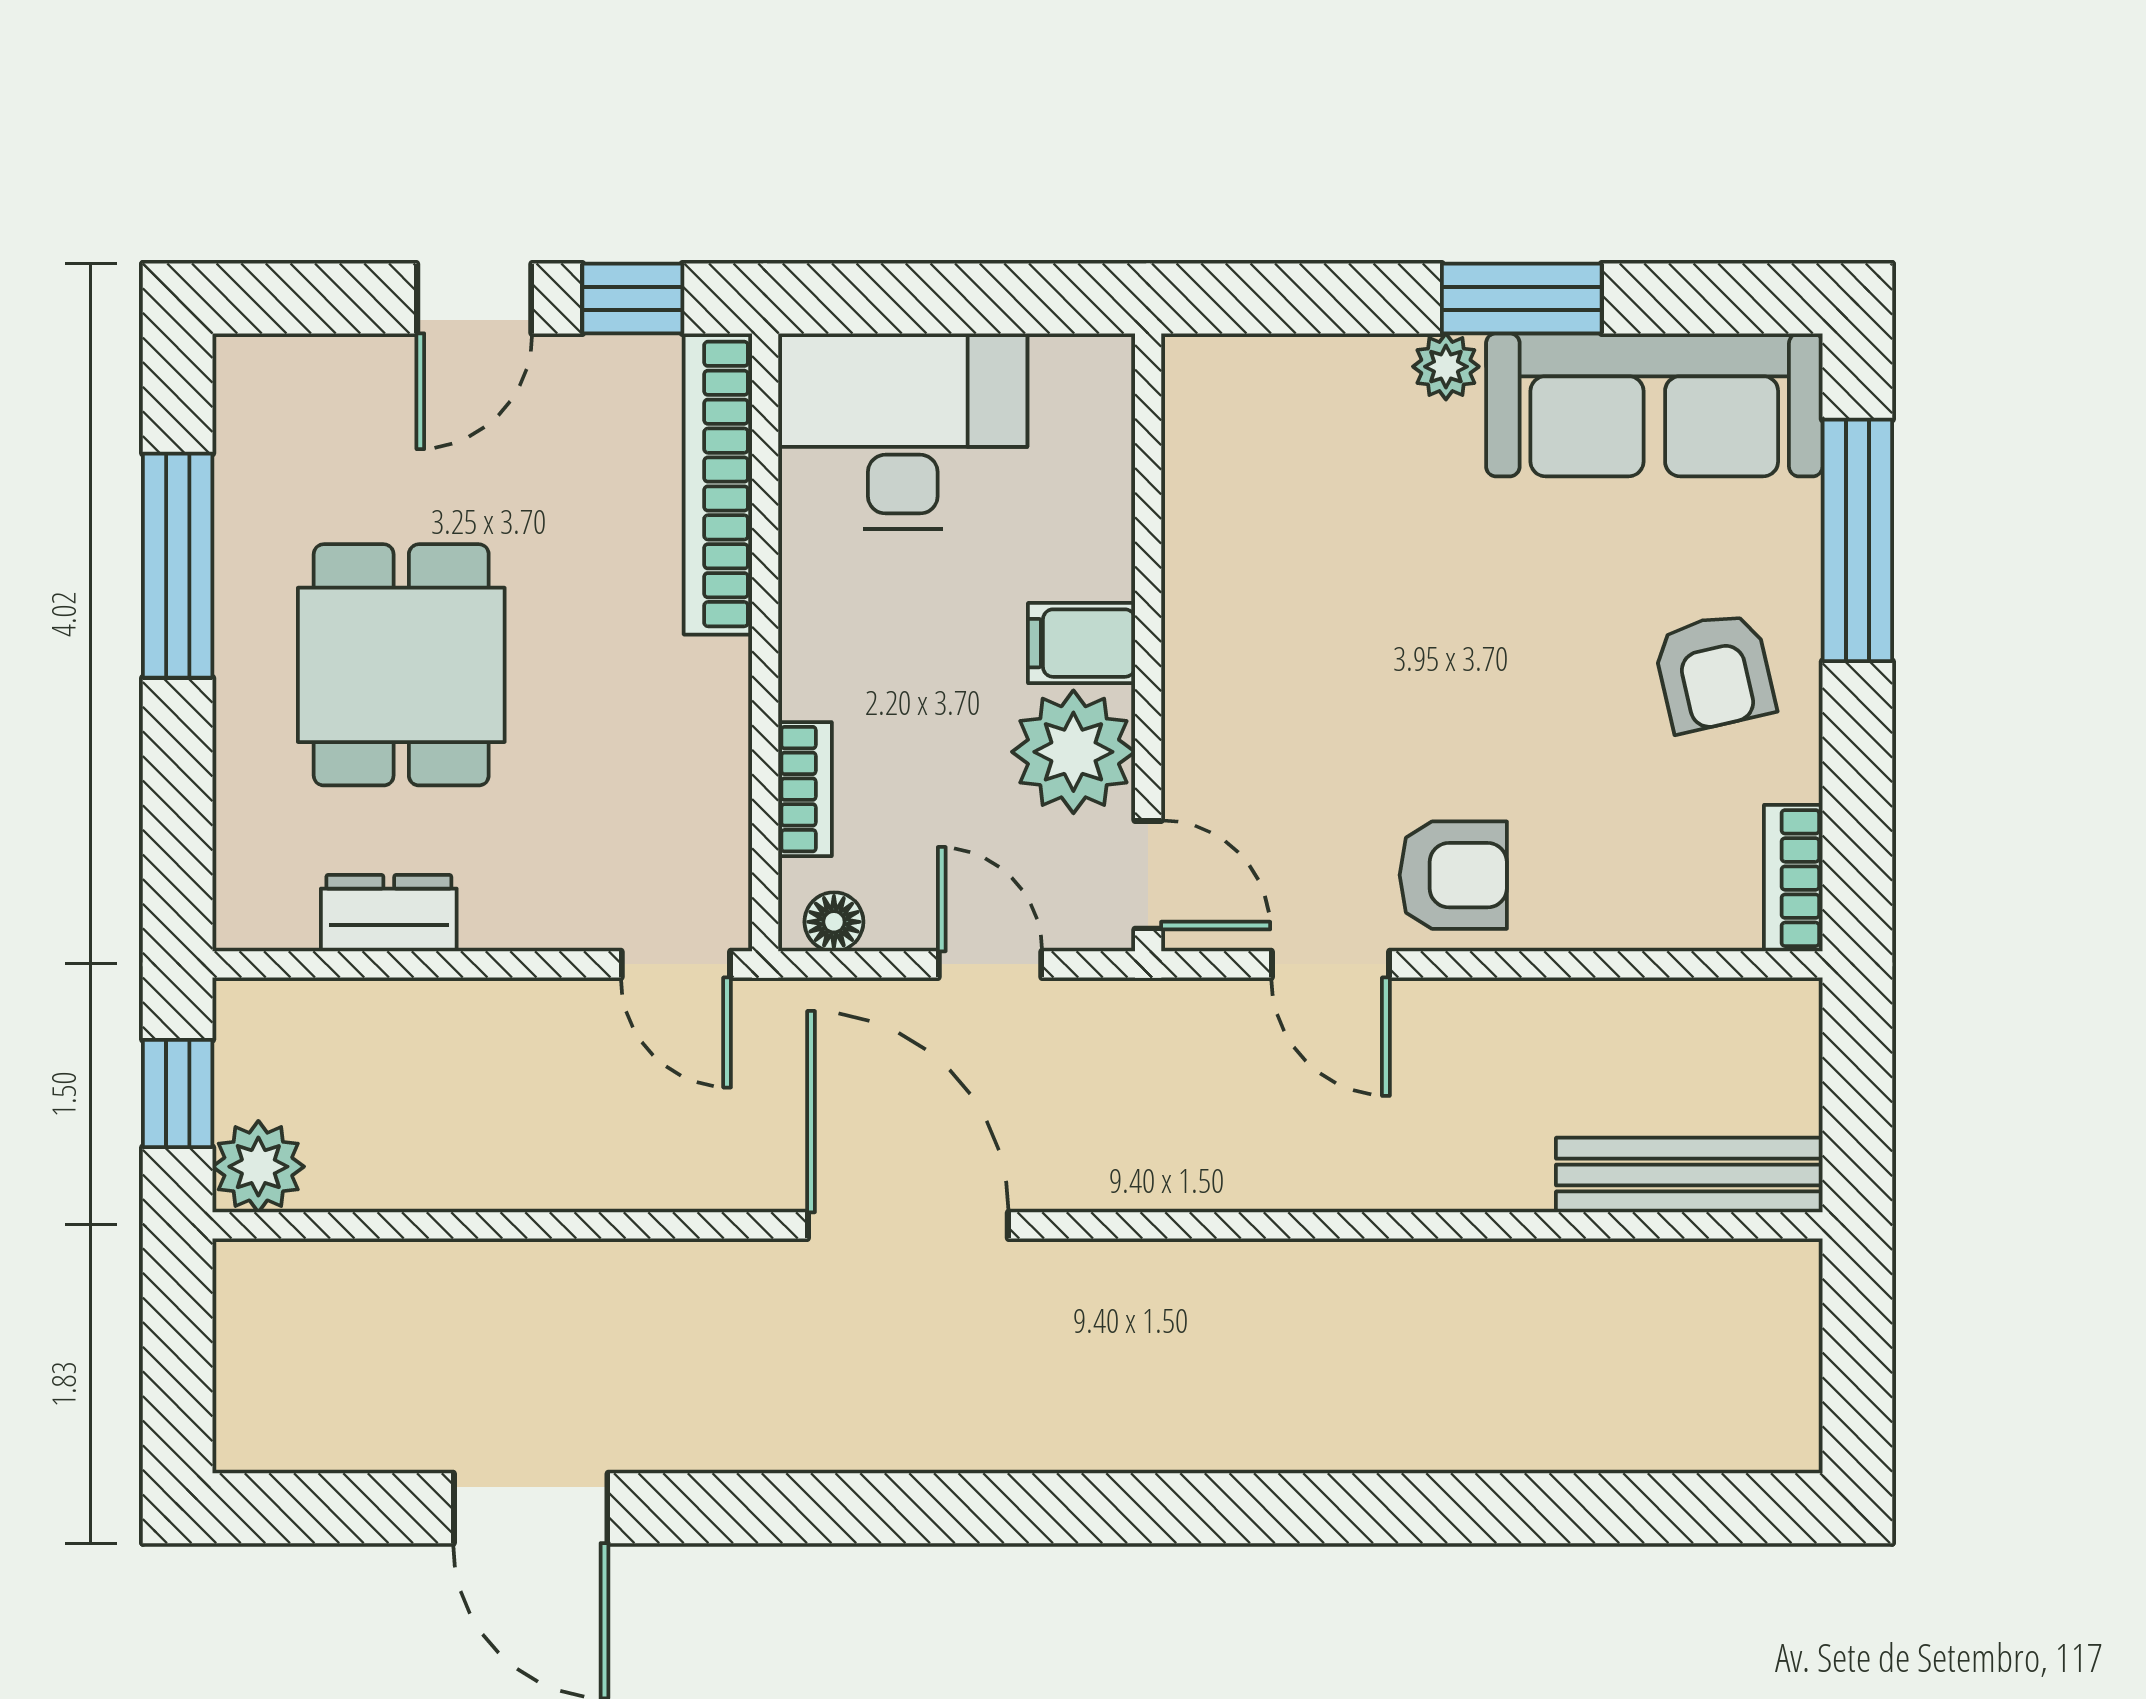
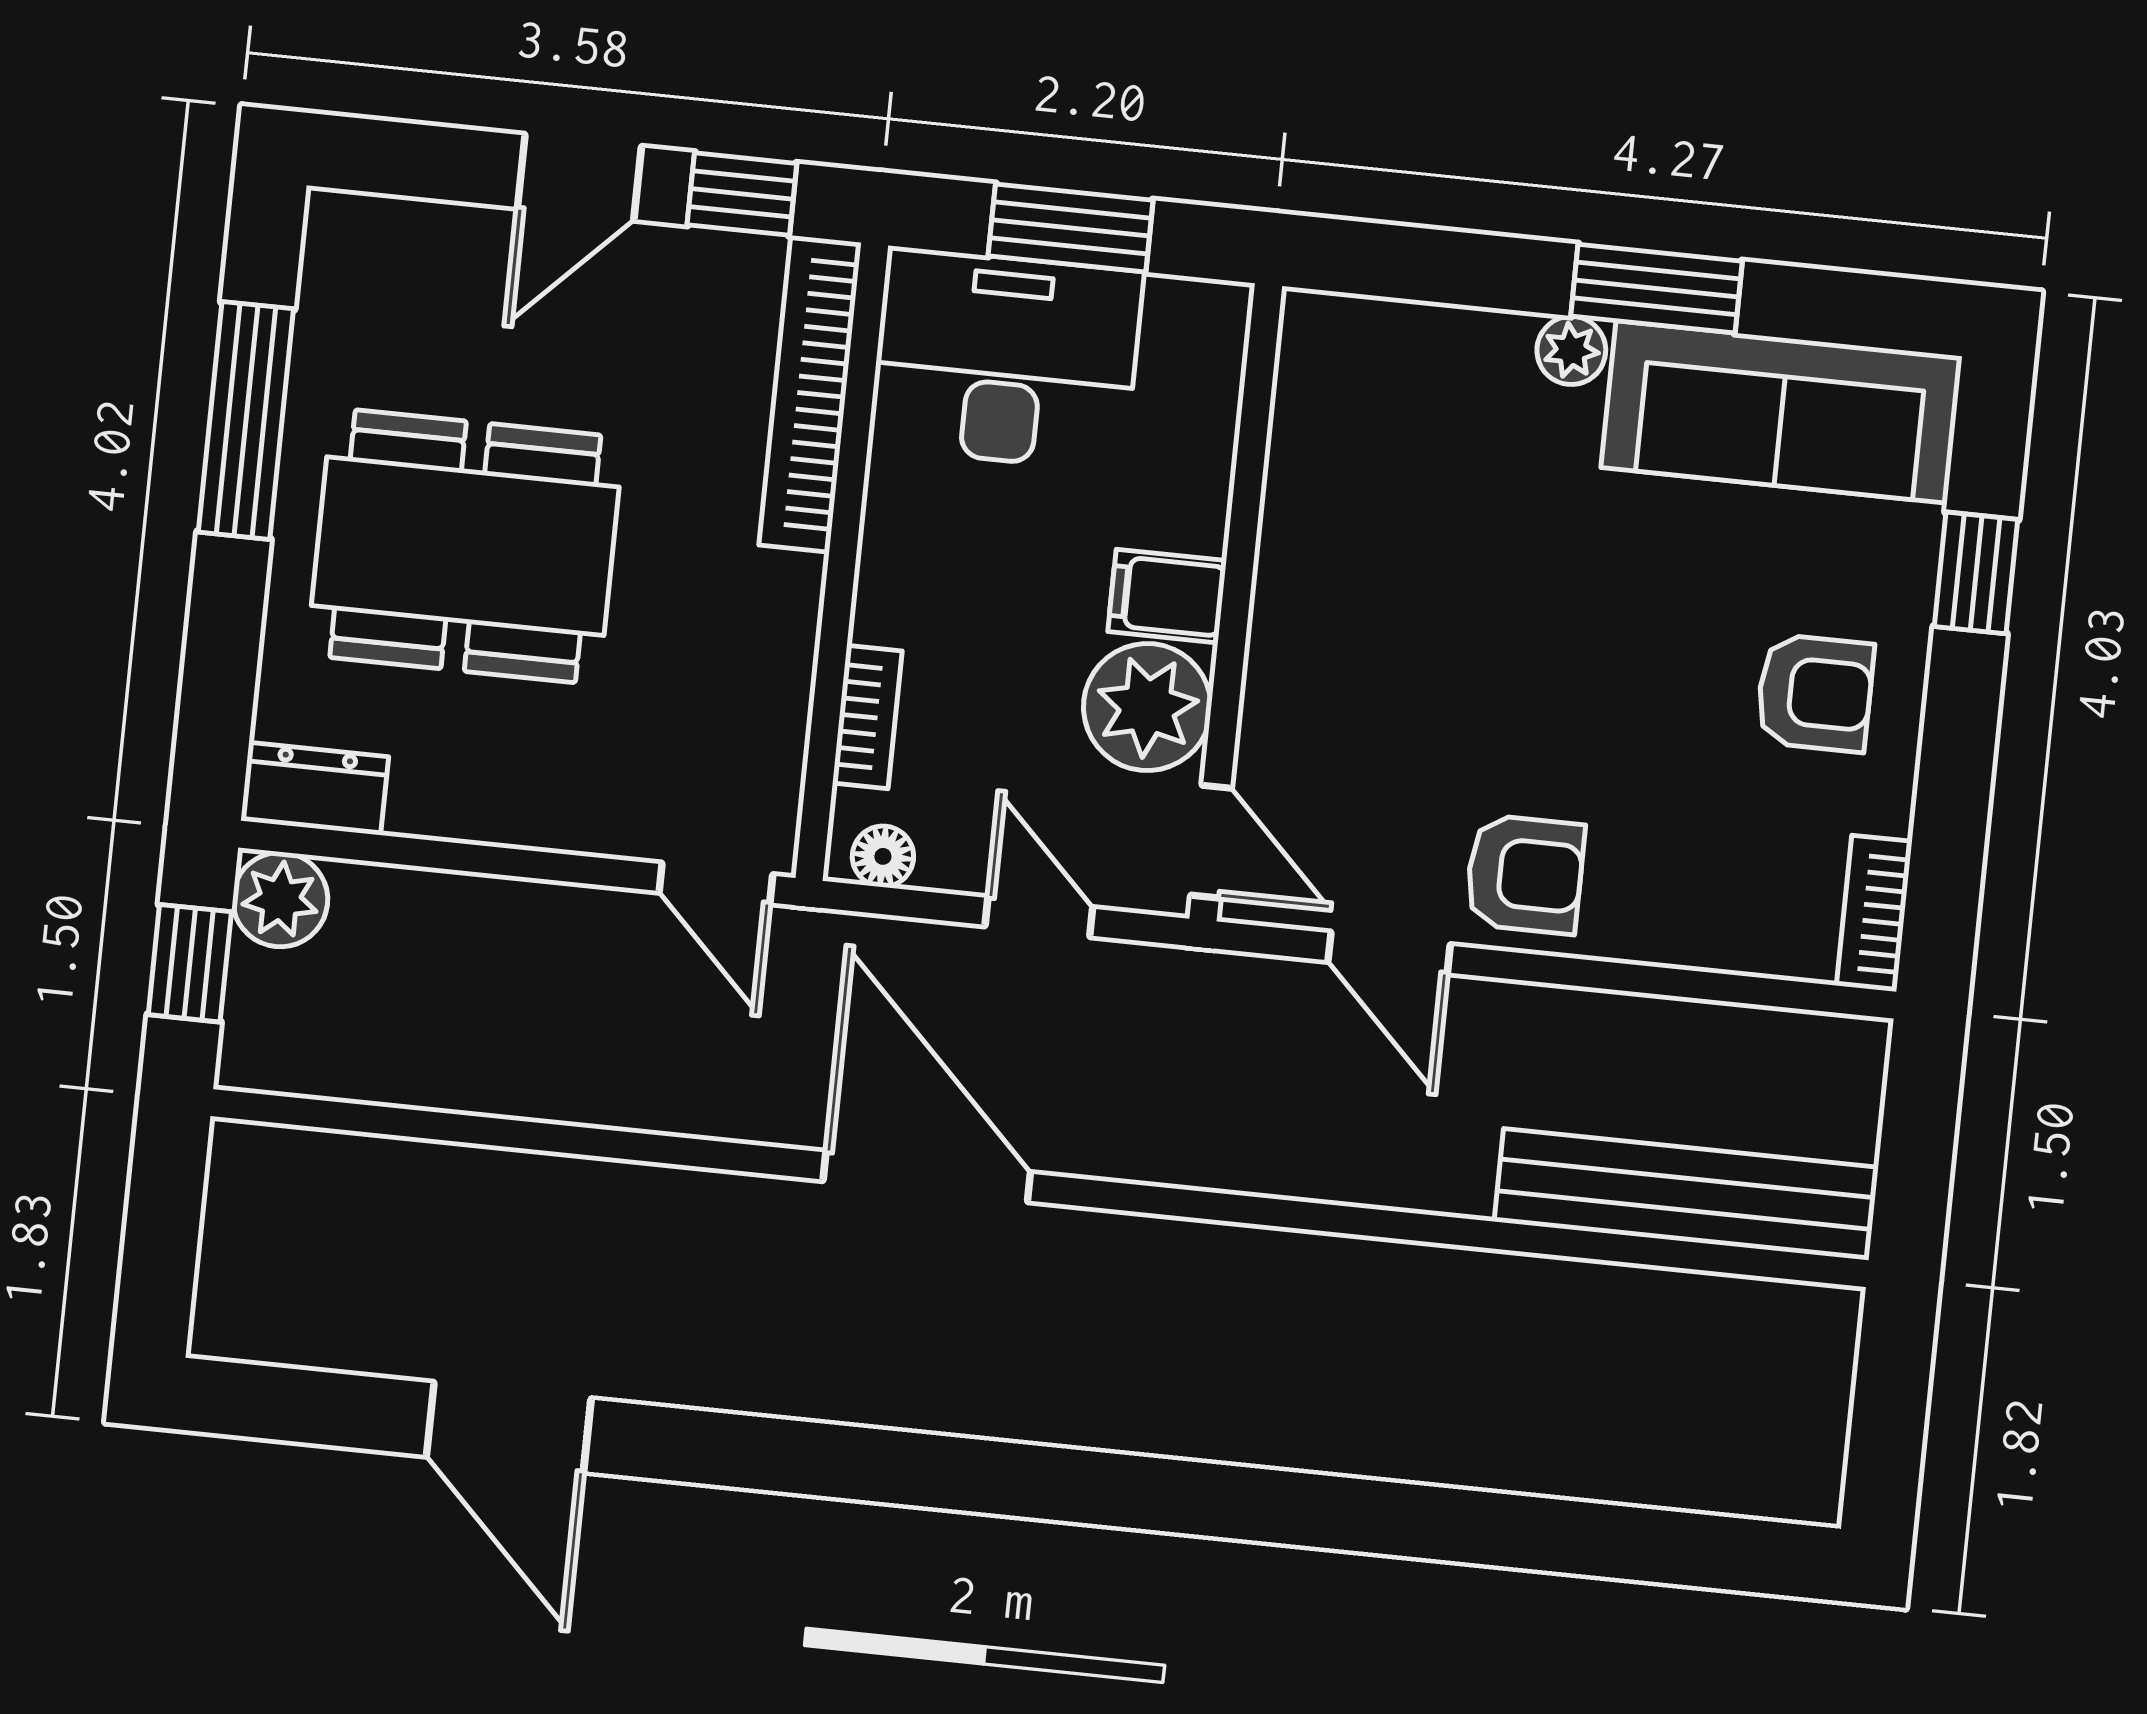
window: (952, 299) -> (1071, 228), added
window: (1857, 540) -> (1976, 573), width x0.46
dining table: (401, 665) -> (465, 546), width x1.38
armchair: (1714, 672) -> (1815, 693), turned -77
dresser: (389, 913) -> (315, 789), moved
plant: (258, 1167) -> (280, 900), moved
bench: (1689, 1175) -> (1686, 1194), width x1.37, depth x1.21

